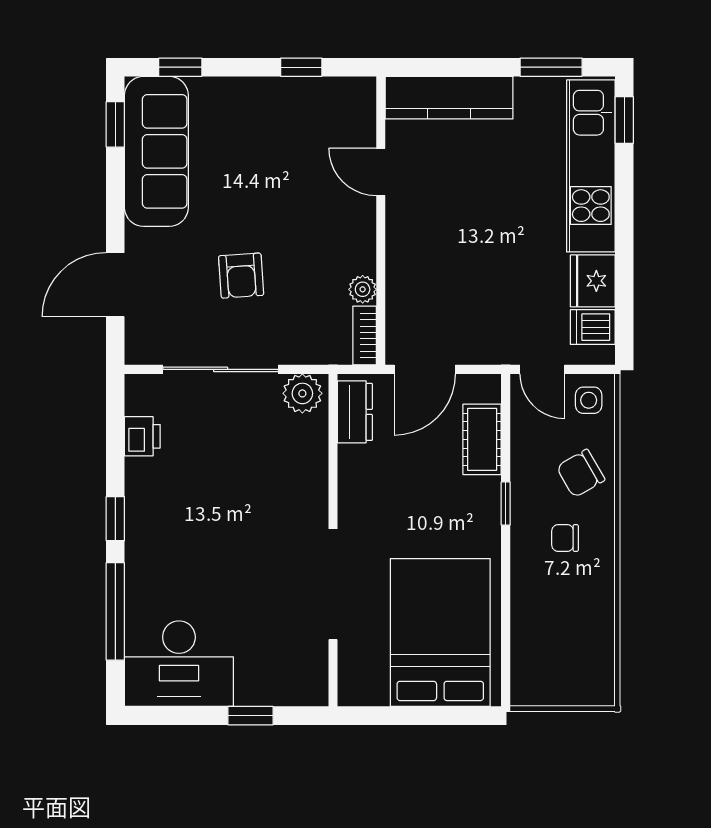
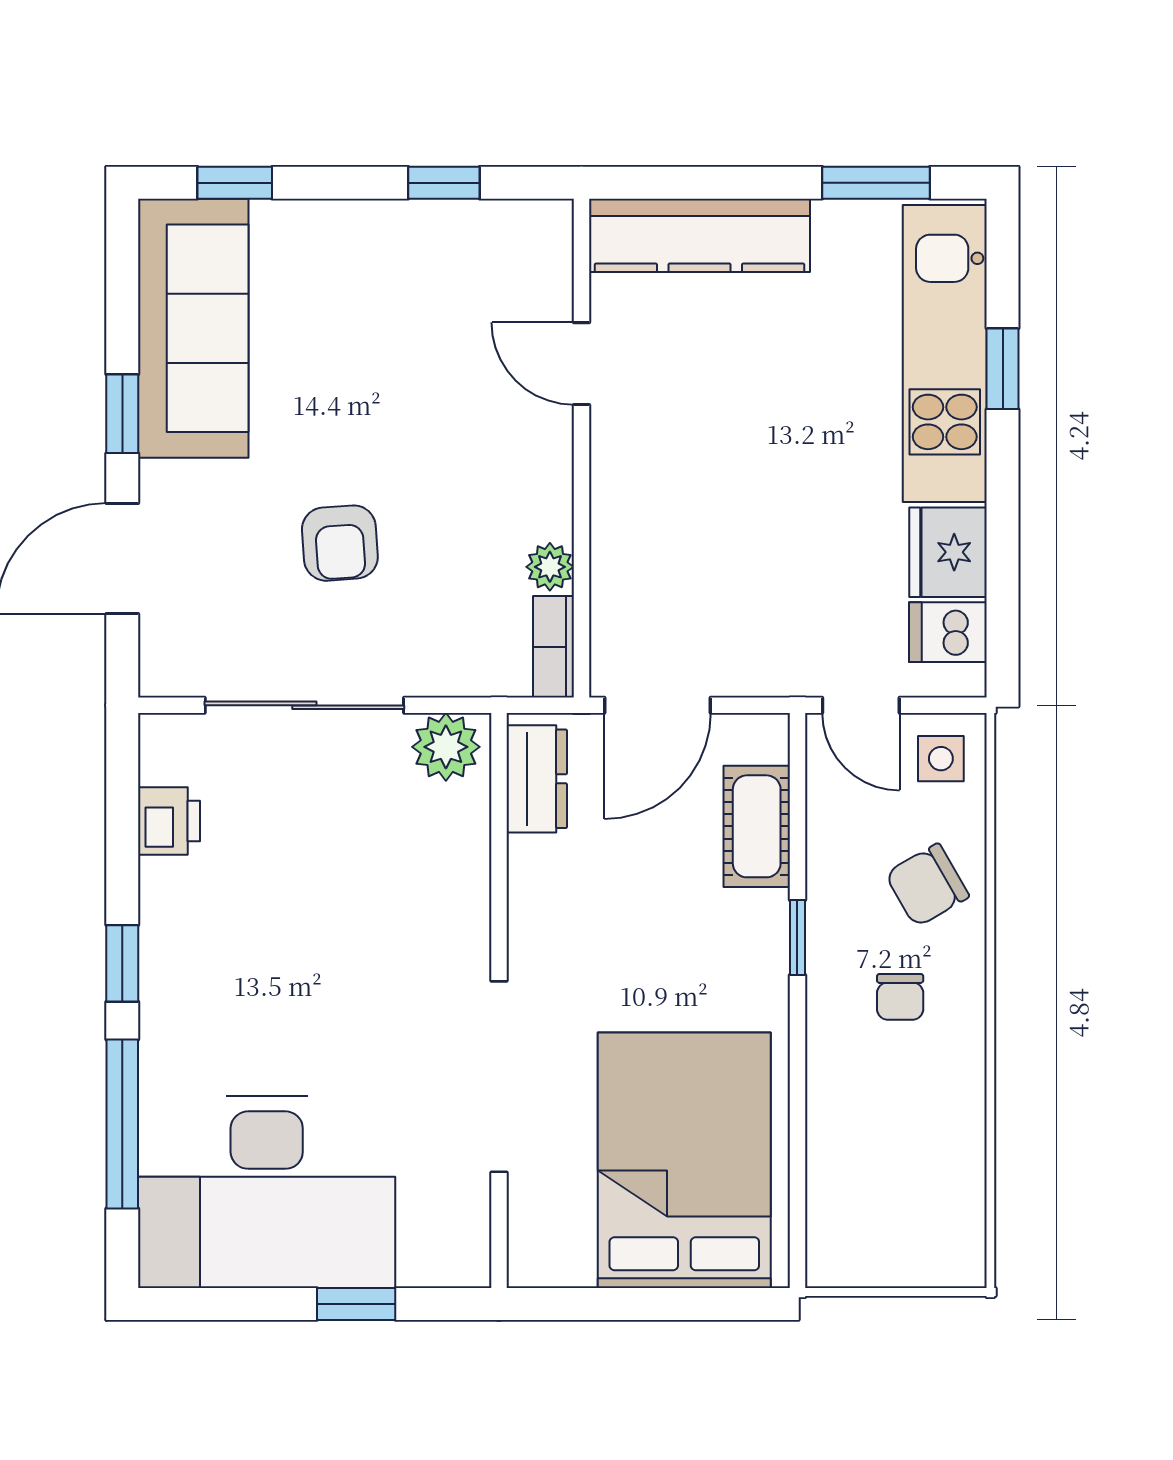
window: (624, 120) -> (1003, 369), moved
window: (115, 124) -> (122, 414), moved
chair: (565, 538) -> (900, 997), turned -90
desk: (179, 664) -> (267, 1192), width x1.36, depth x1.30

